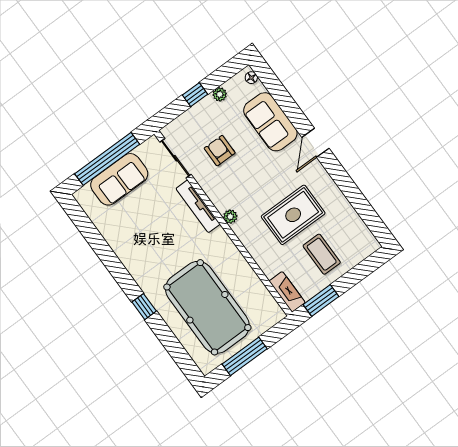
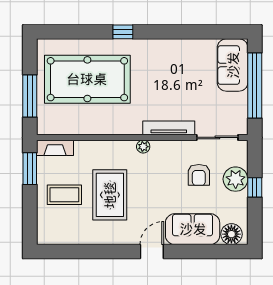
floor lamp: (251, 78) -> (231, 234), width x1.89, depth x1.89
plant: (220, 94) -> (236, 179), moved, width x1.88, depth x1.88
door: (316, 143) -> (152, 252), hinge flipped
armchair: (220, 151) -> (199, 175), turned 90
sofa: (119, 179) -> (233, 65), moved
window: (245, 356) -> (30, 96), moved

